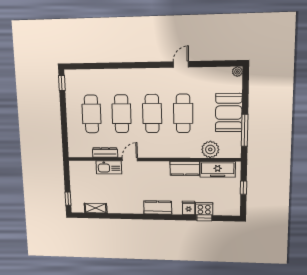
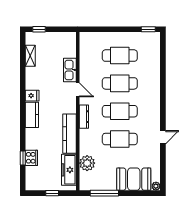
door: (181, 64) -> (163, 137), hinge flipped
booth: (229, 113) -> (134, 179), moved
dresser: (105, 153) -> (84, 117), moved
kitchen counter: (185, 168) -> (70, 134), width x1.50
fridge: (189, 208) -> (32, 96), moved

